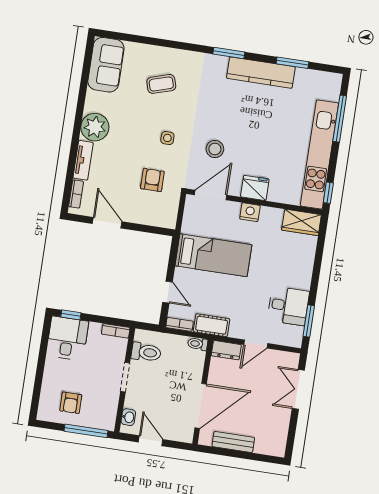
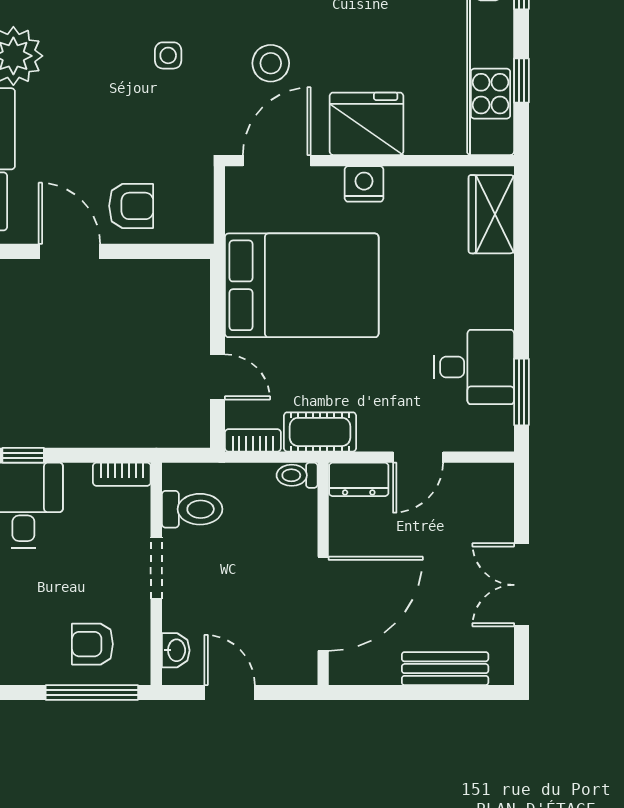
armchair: (152, 180) -> (131, 206), moved, turned 90
fridge: (255, 188) -> (366, 124), width x1.36, depth x1.34
window: (328, 193) -> (521, 81), moved
wardrobe: (302, 222) -> (491, 214), moved, turned 90
bed: (213, 255) -> (302, 285), width x1.50
double door: (298, 389) -> (521, 585), moved
armchair: (71, 403) -> (92, 644), moved, turned 90
bench: (233, 442) -> (445, 669), moved

